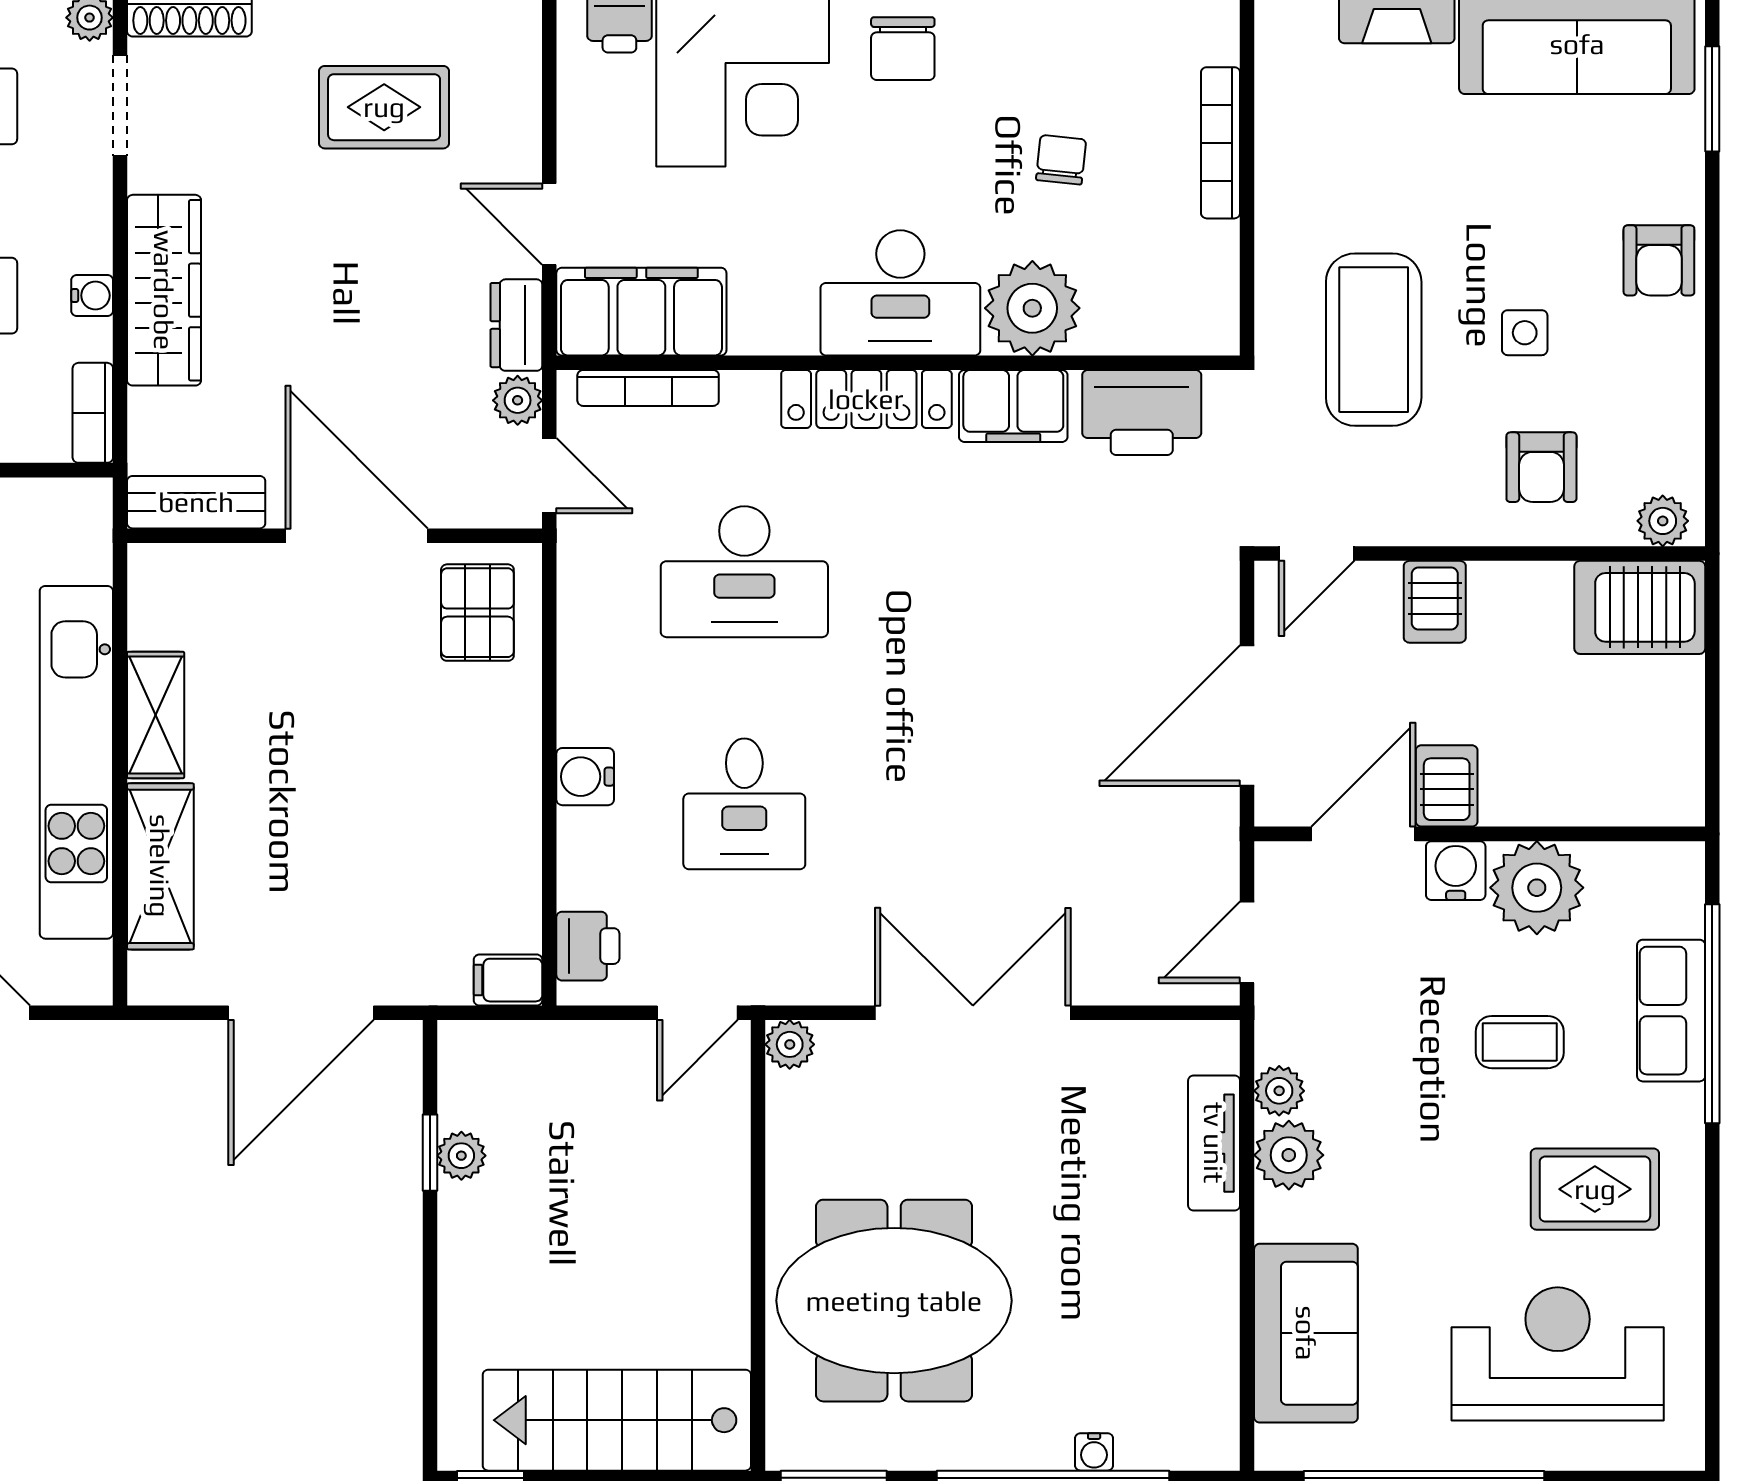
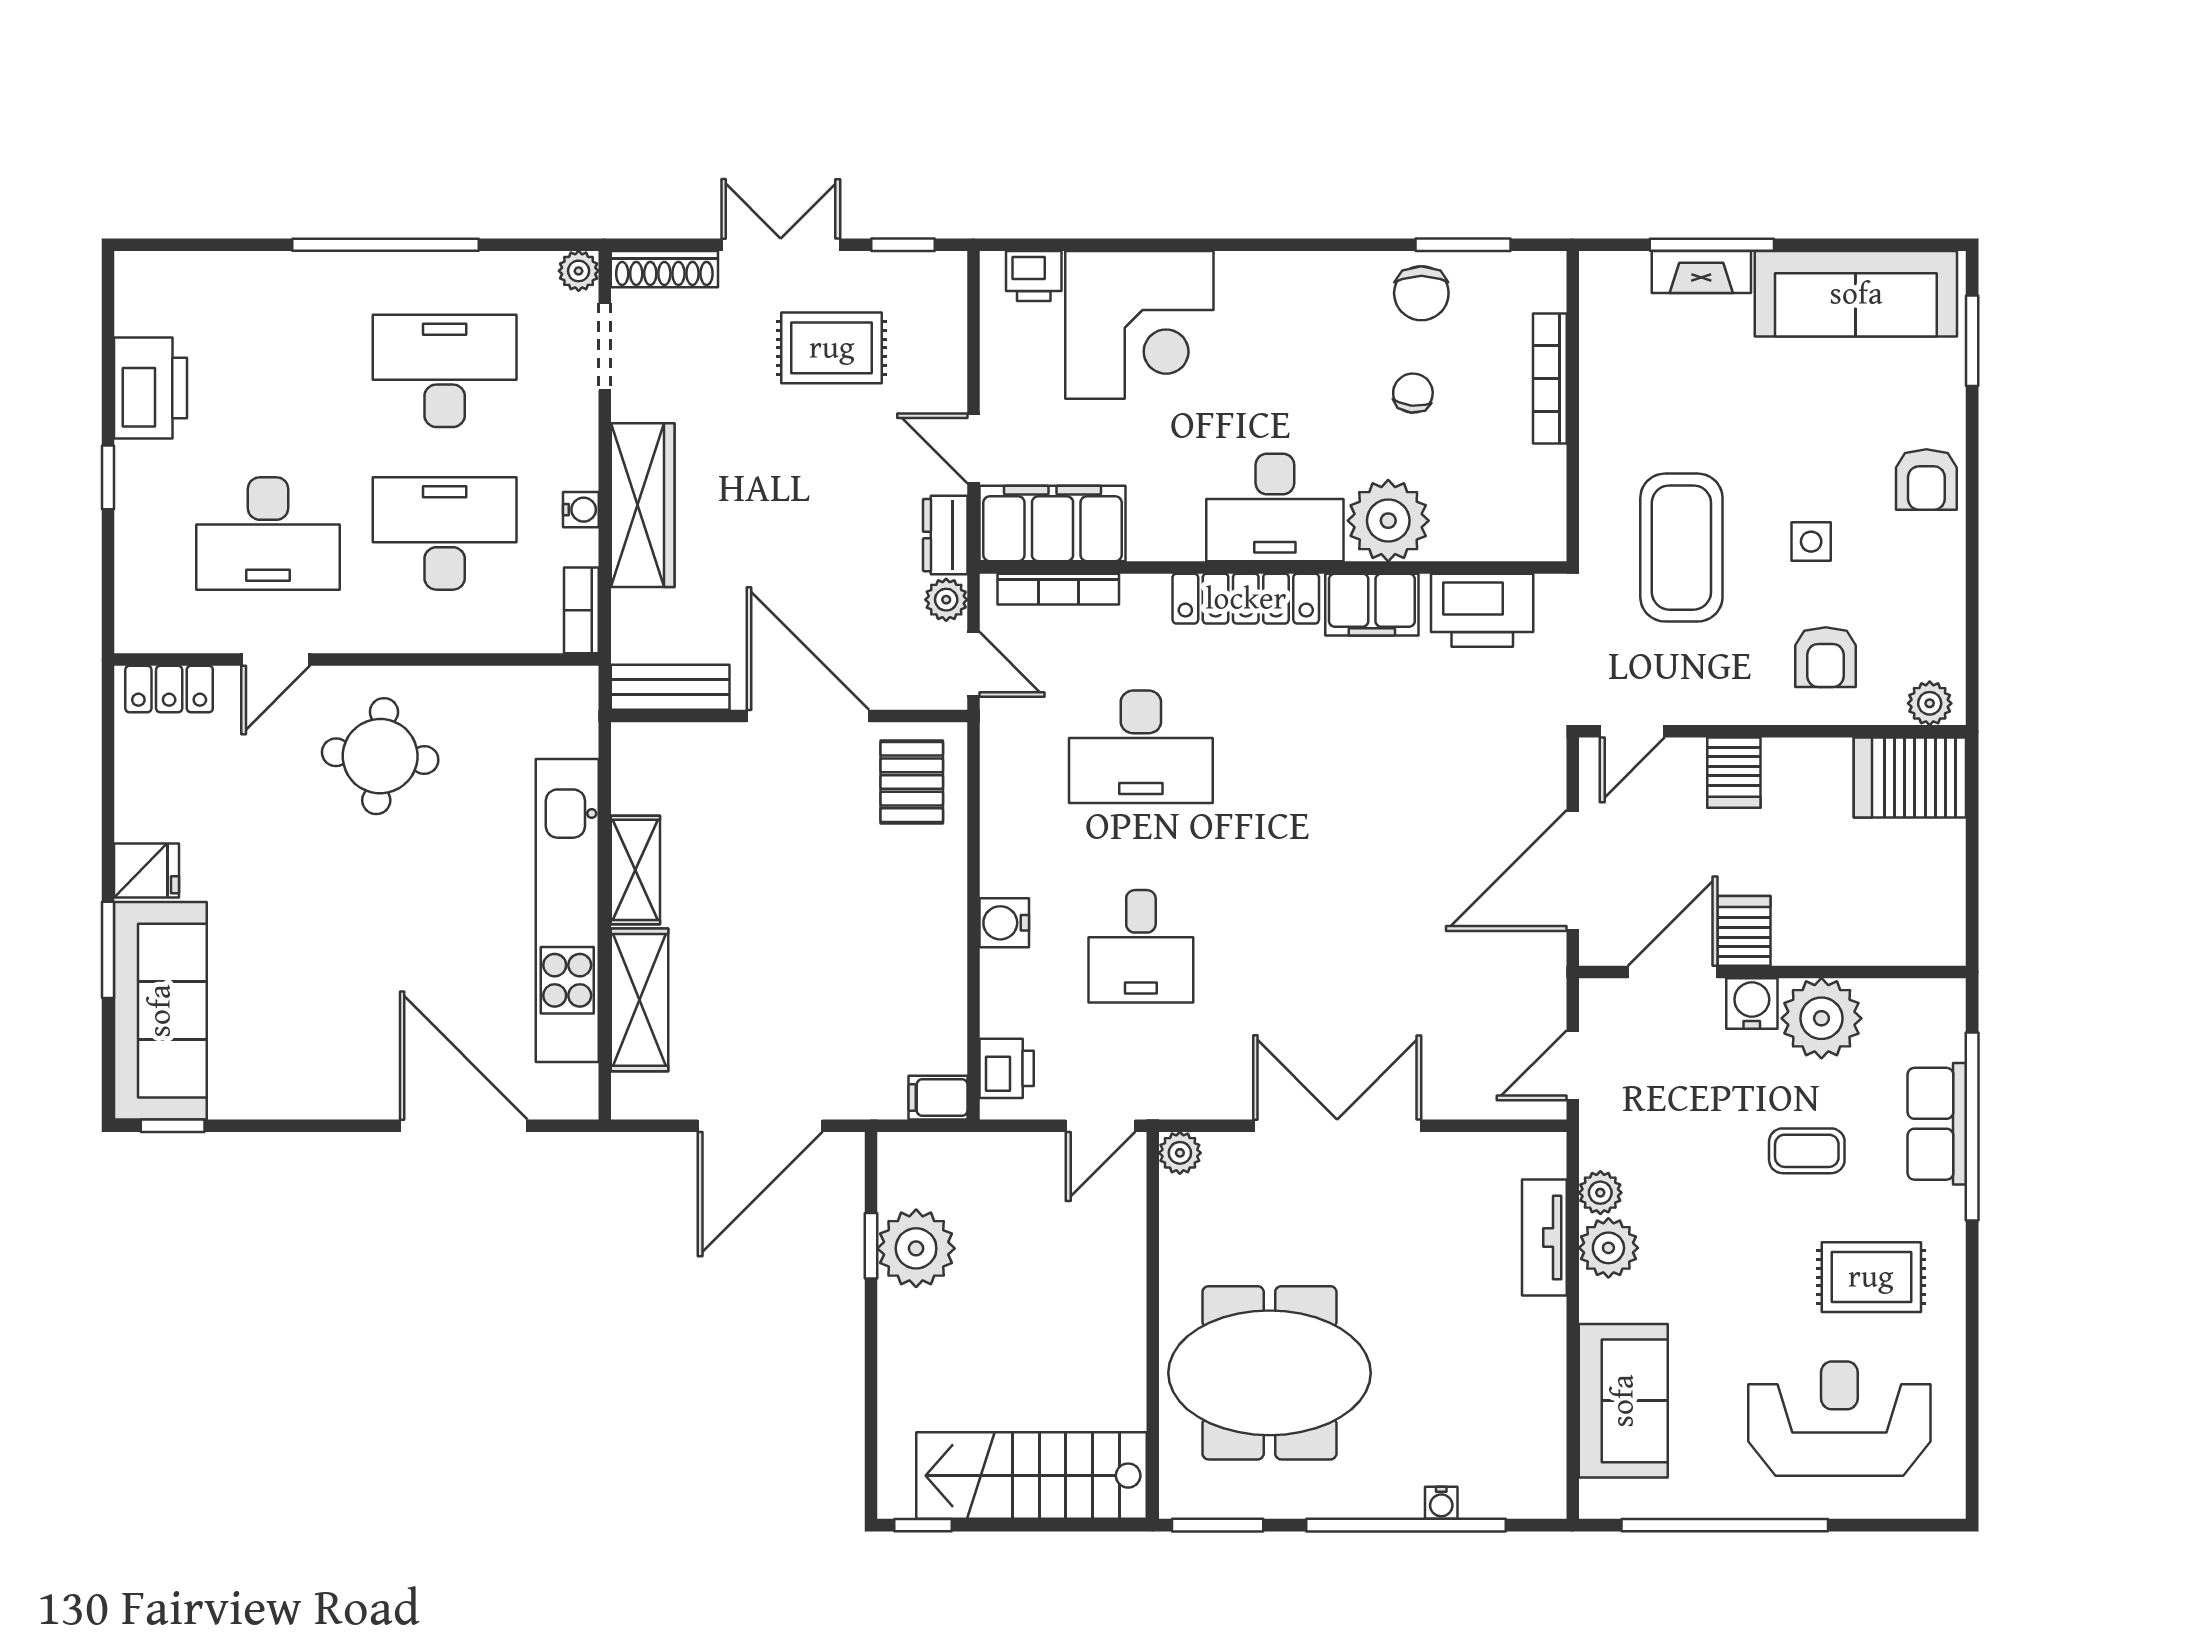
chair: (903, 49) -> (1421, 293), moved
plant: (461, 1156) -> (916, 1248), width x1.88, depth x1.88

